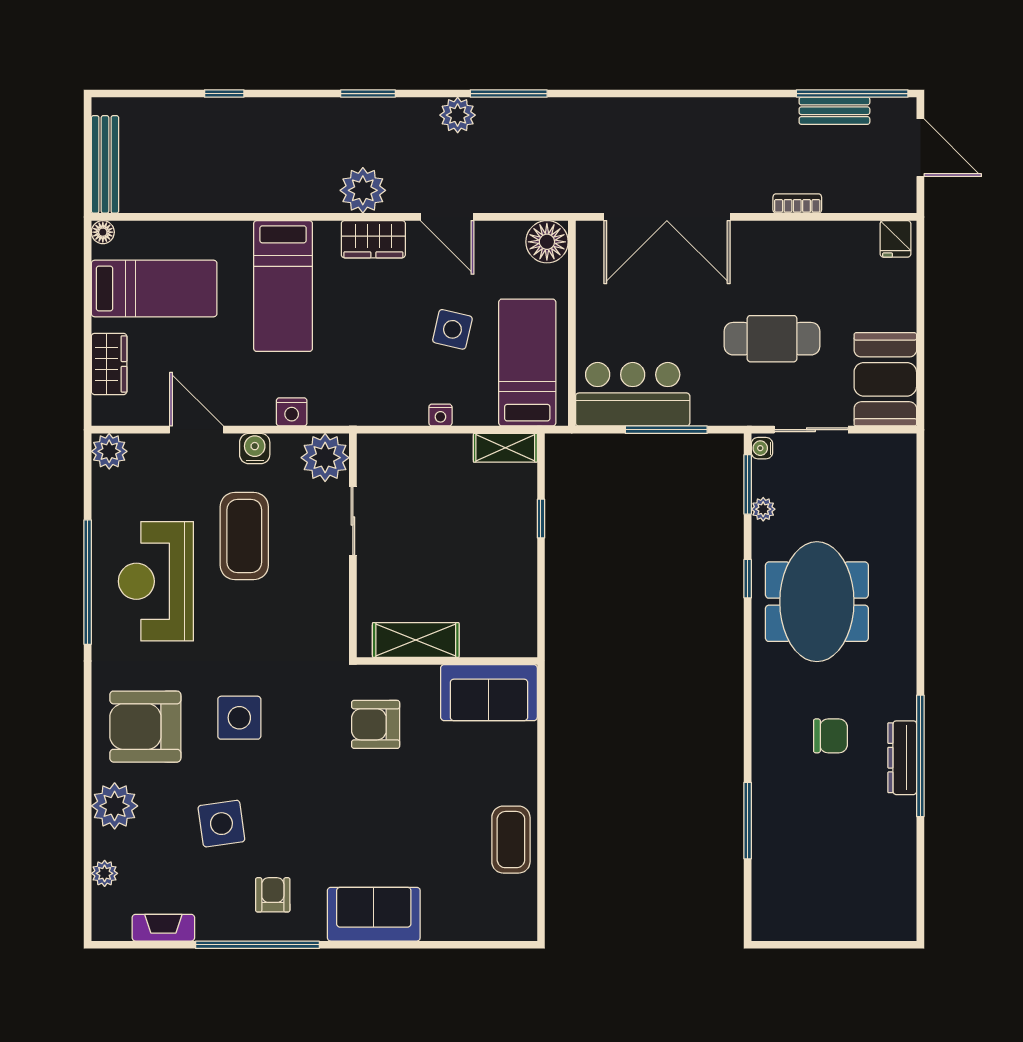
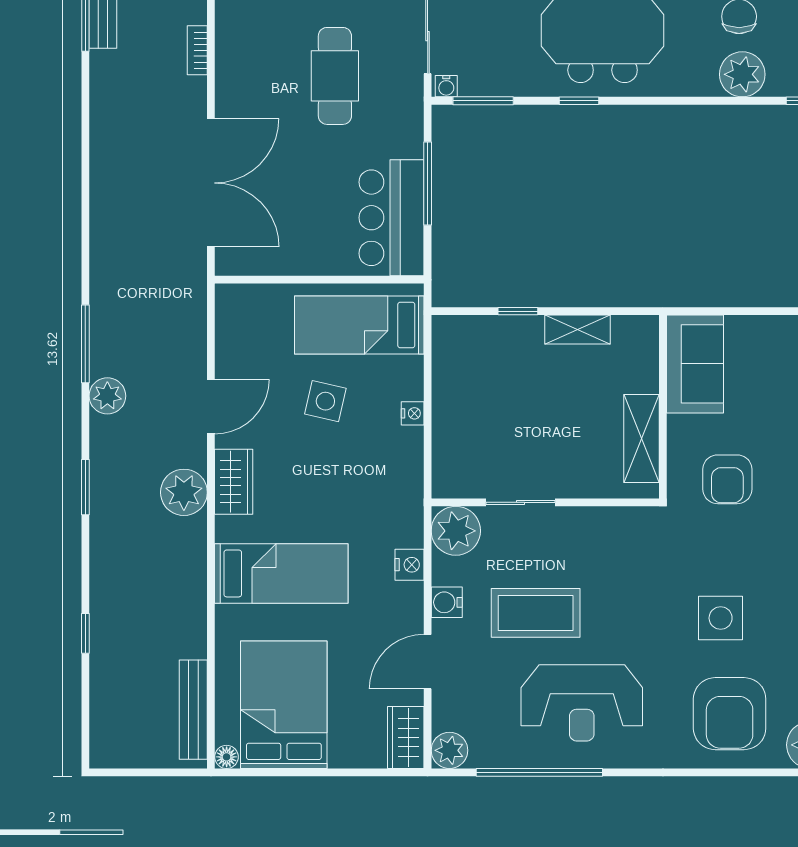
bench: (105, 164) -> (193, 710), moved, turned 90
floor lamp: (547, 242) -> (236, 305), removed
bed: (154, 289) -> (284, 705), width x1.50
wardrobe: (109, 364) -> (406, 737), moved, turned -90
shelving: (505, 448) -> (577, 329), moved, turned 90
plant: (763, 509) -> (742, 74), moved, width x1.88, depth x1.88
window: (88, 582) -> (539, 772), moved

